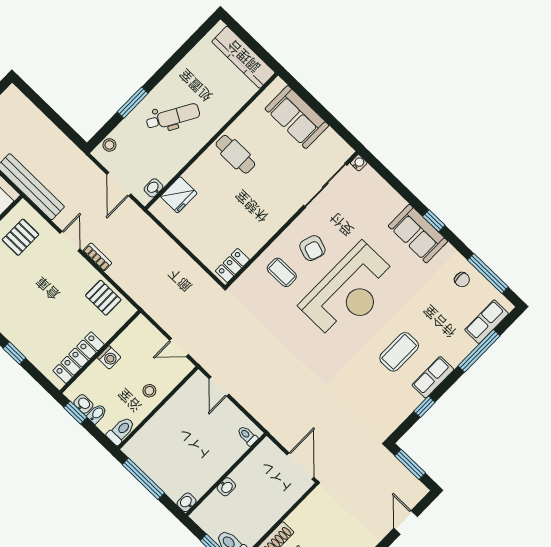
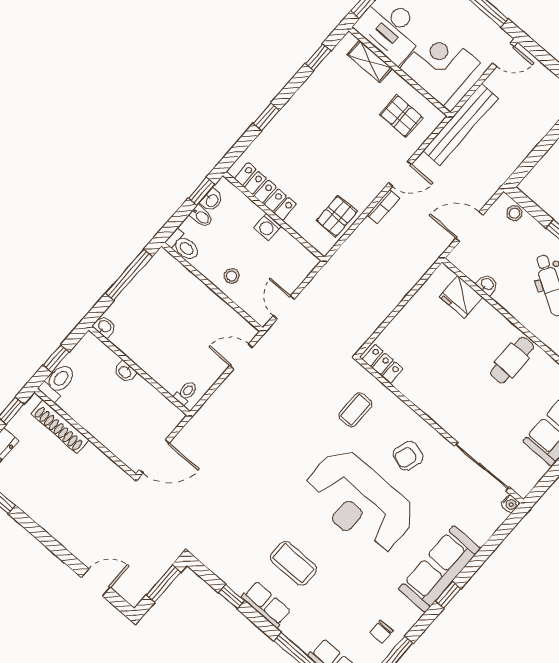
washbasin: (153, 188) -> (487, 284), moved
sofa: (418, 234) -> (439, 569), width x1.36
coffee table: (282, 272) -> (355, 410), moved

